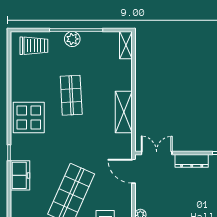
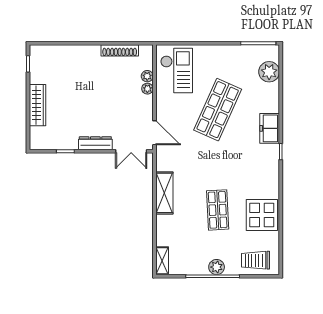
display table: (29, 117) -> (262, 215), moved

